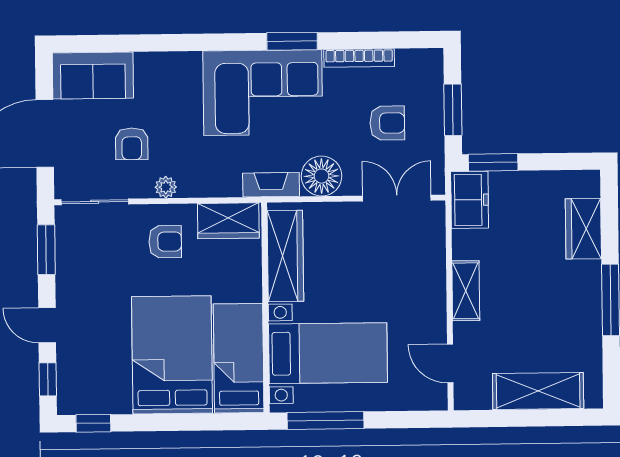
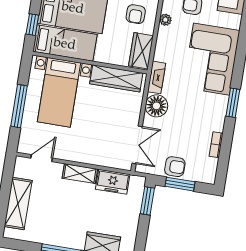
bookcase: (359, 58) -> (216, 145), width x0.64
corner sofa: (263, 93) -> (211, 59), moved
armchair: (387, 123) -> (175, 167), moved, turned -90
freezer: (470, 200) -> (113, 182), moved
window: (325, 420) -> (19, 106), moved
window: (216, 422) -> (32, 25), added

